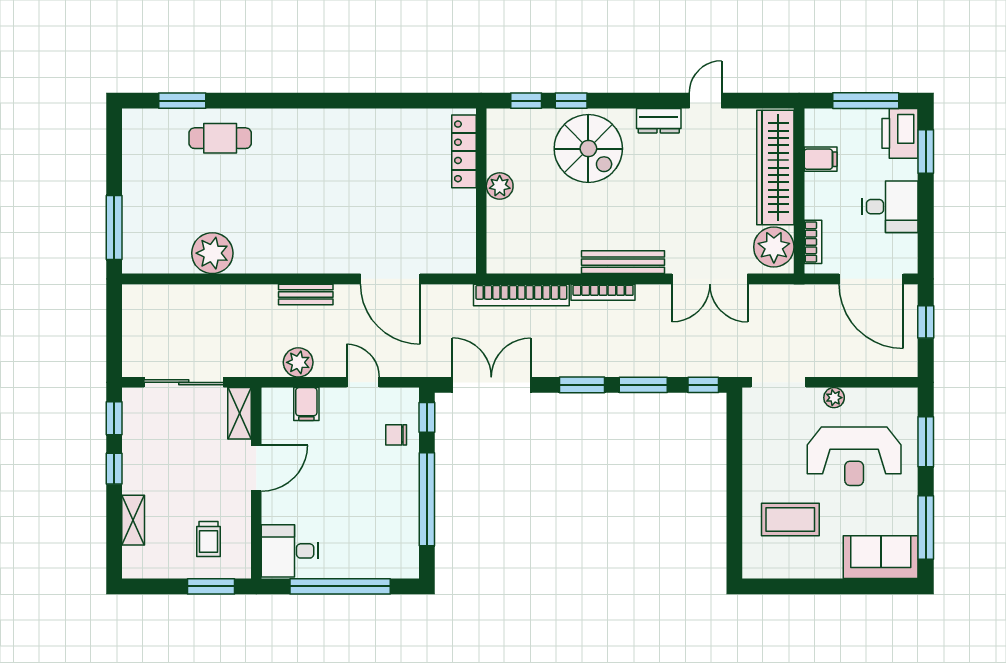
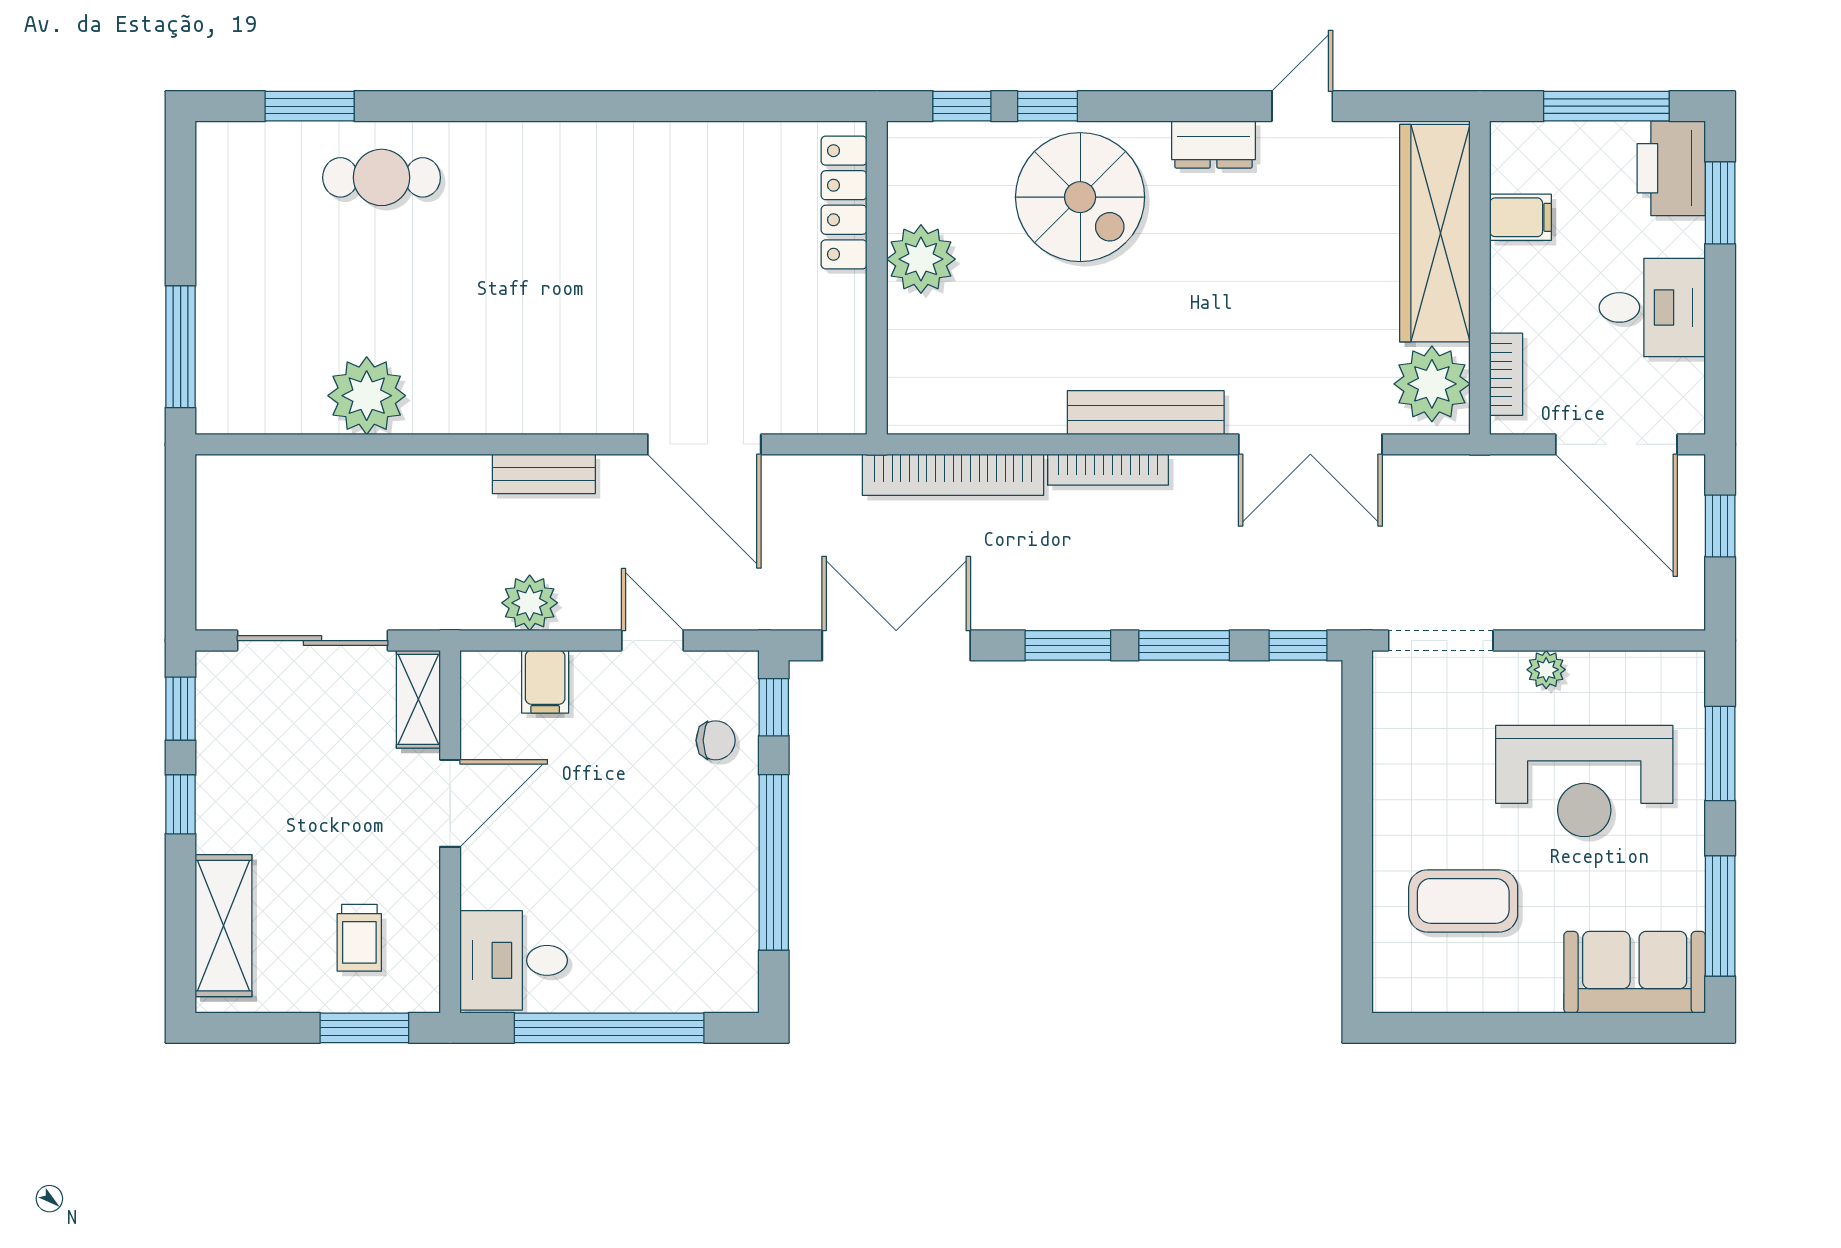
plant: (500, 186) -> (921, 259), width x1.36, depth x1.36
chair: (396, 435) -> (716, 740), turned 180
shelving: (133, 520) -> (224, 926), width x1.50, depth x1.33

